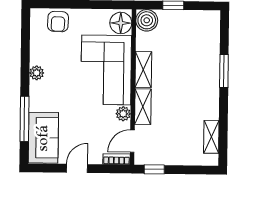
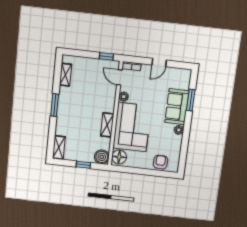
window: (224, 71) -> (55, 105), moved
shelving: (143, 107) -> (59, 147), moved
window: (24, 119) -> (191, 100), width x0.69
sofa: (43, 138) -> (177, 107), moved
door: (132, 141) -> (119, 77), swing flipped

